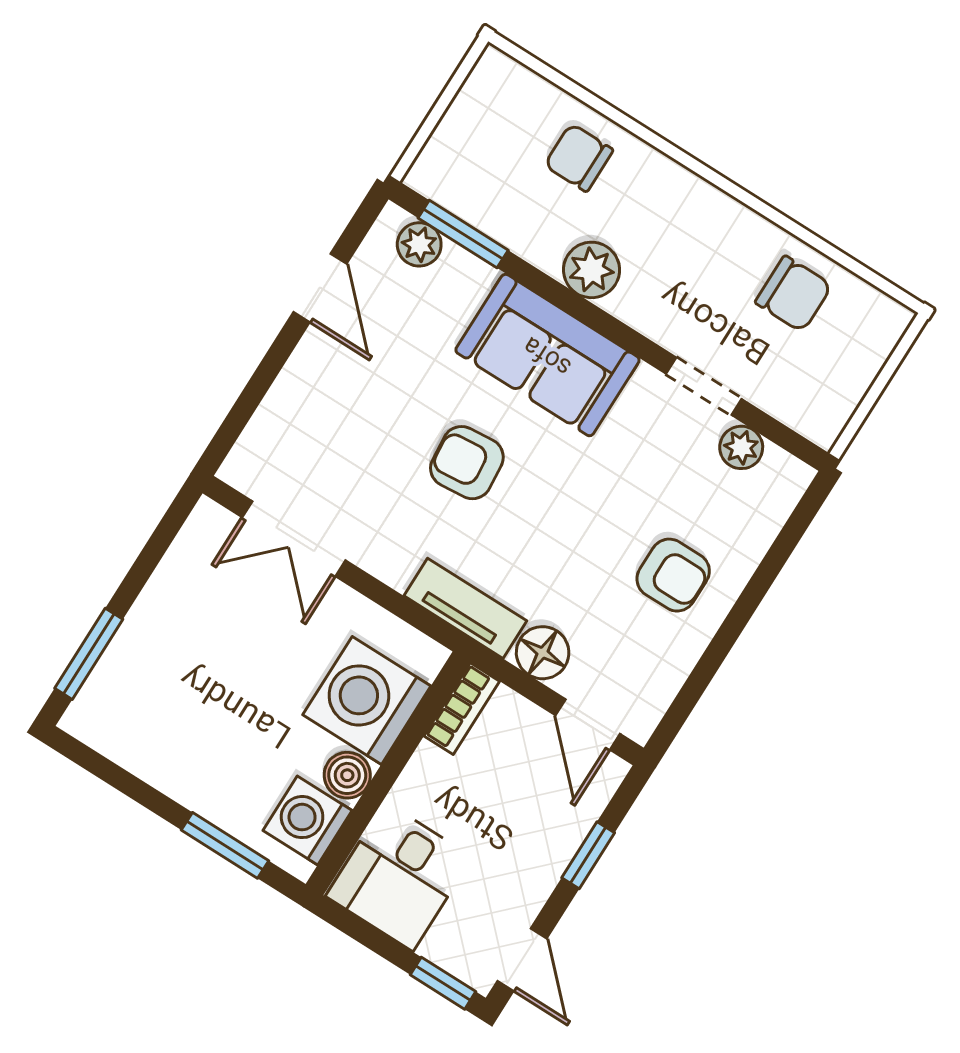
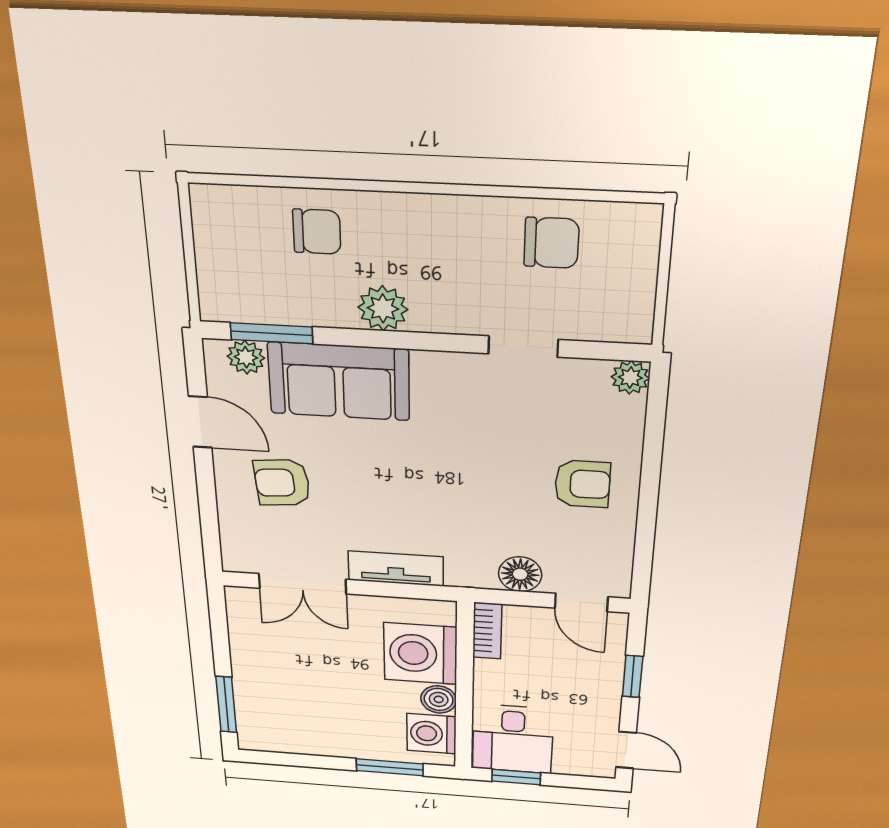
chair: (579, 158) -> (317, 232), turned 180
sofa: (548, 355) -> (339, 381), moved
plant: (741, 447) -> (630, 378), moved
armchair: (467, 463) -> (282, 483), moved
tv unit: (465, 608) -> (396, 569), moved
window: (443, 983) -> (516, 777), moved

